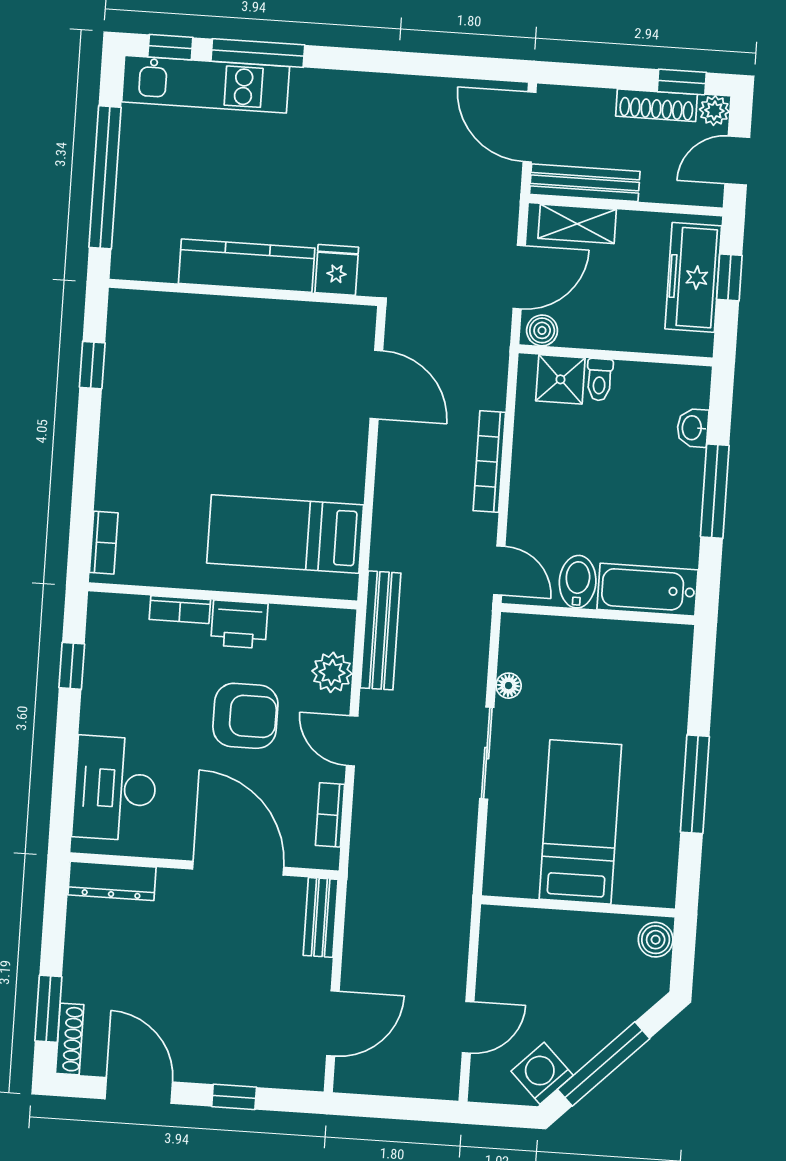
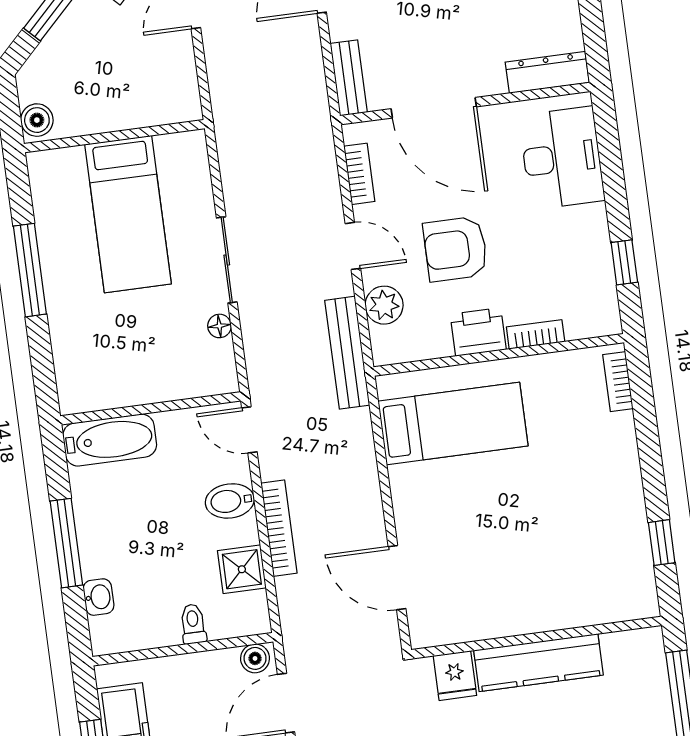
shower: (560, 379) -> (242, 569), moved
bidet: (578, 582) -> (230, 501), moved, turned 90

